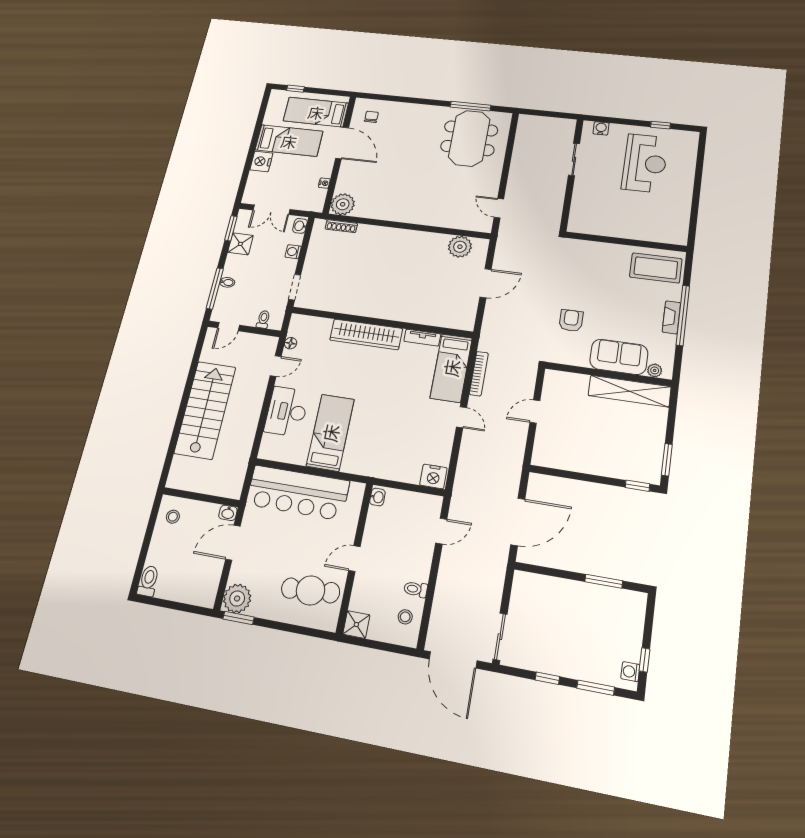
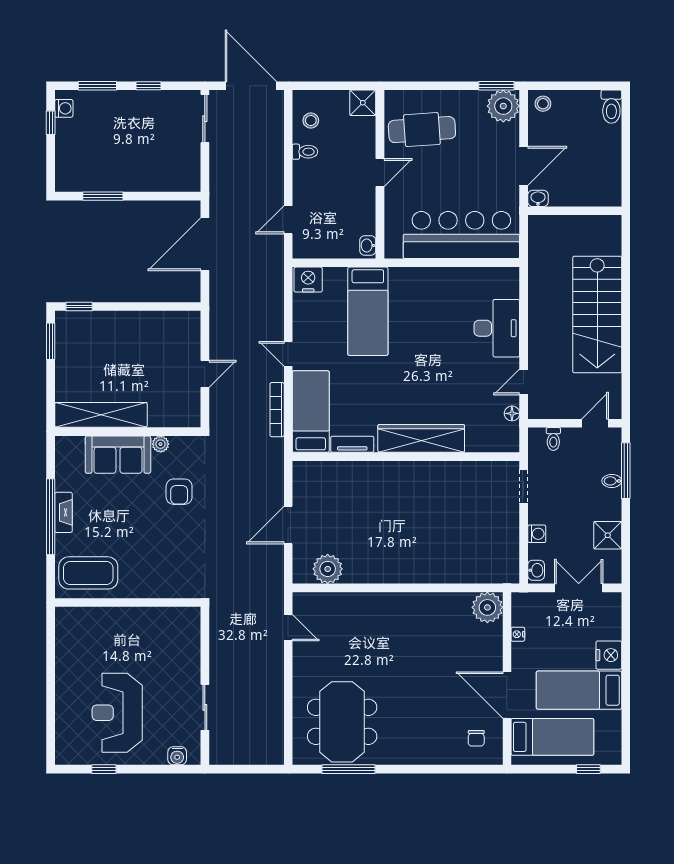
shoe rack: (341, 226) -> (483, 577), removed
window: (231, 228) -> (626, 555), removed
plant: (655, 370) -> (161, 444), moved
bed: (330, 433) -> (368, 311), moved
stool: (173, 517) -> (543, 104), moved

